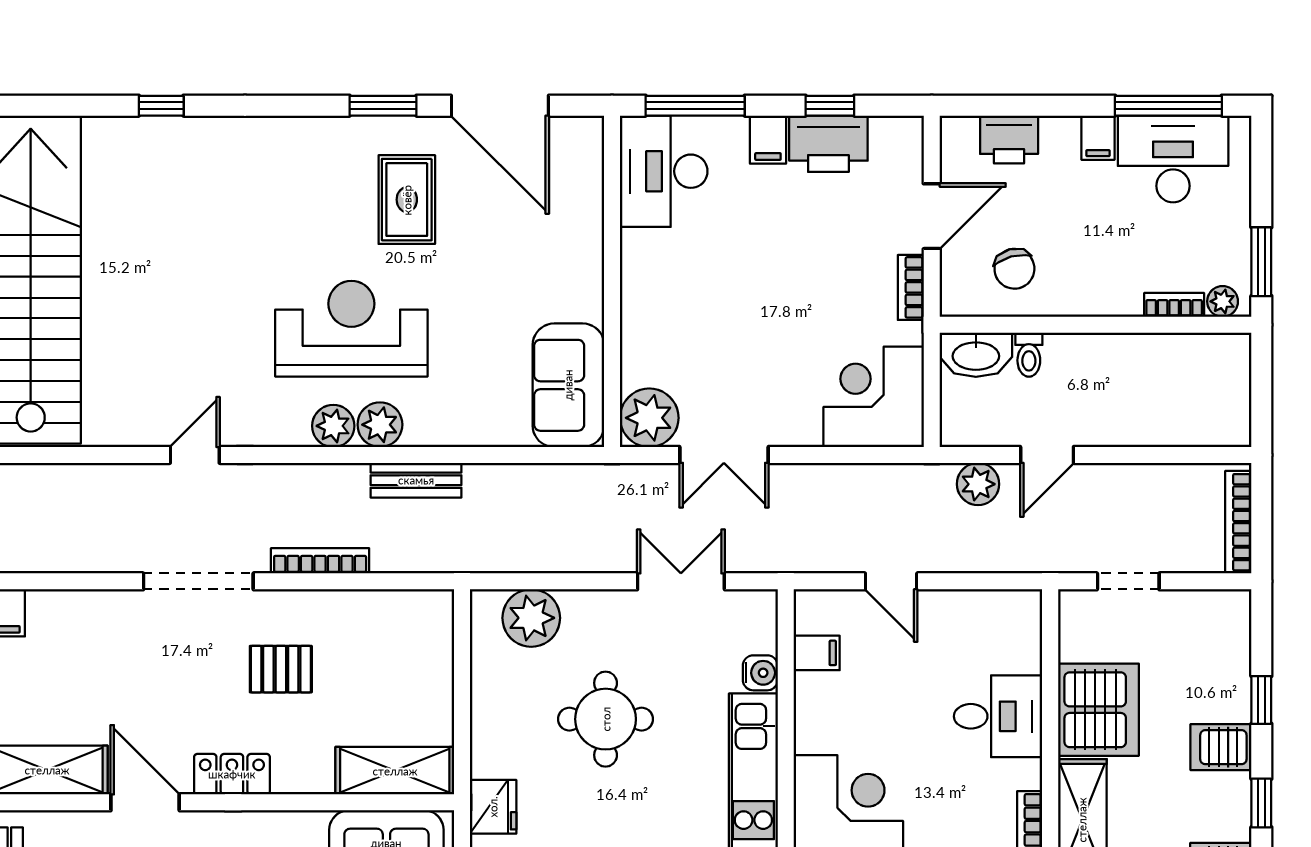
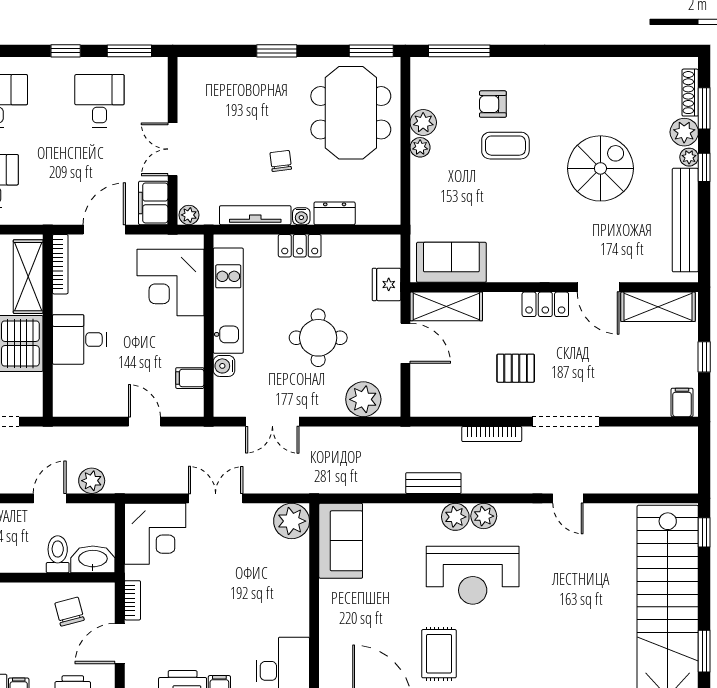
toilet: (1029, 355) -> (58, 554), width x1.37, depth x1.39
door: (195, 455) -> (568, 498), hinge flipped
double door: (724, 455) -> (216, 498), moved
door: (462, 710) -> (405, 343), added

